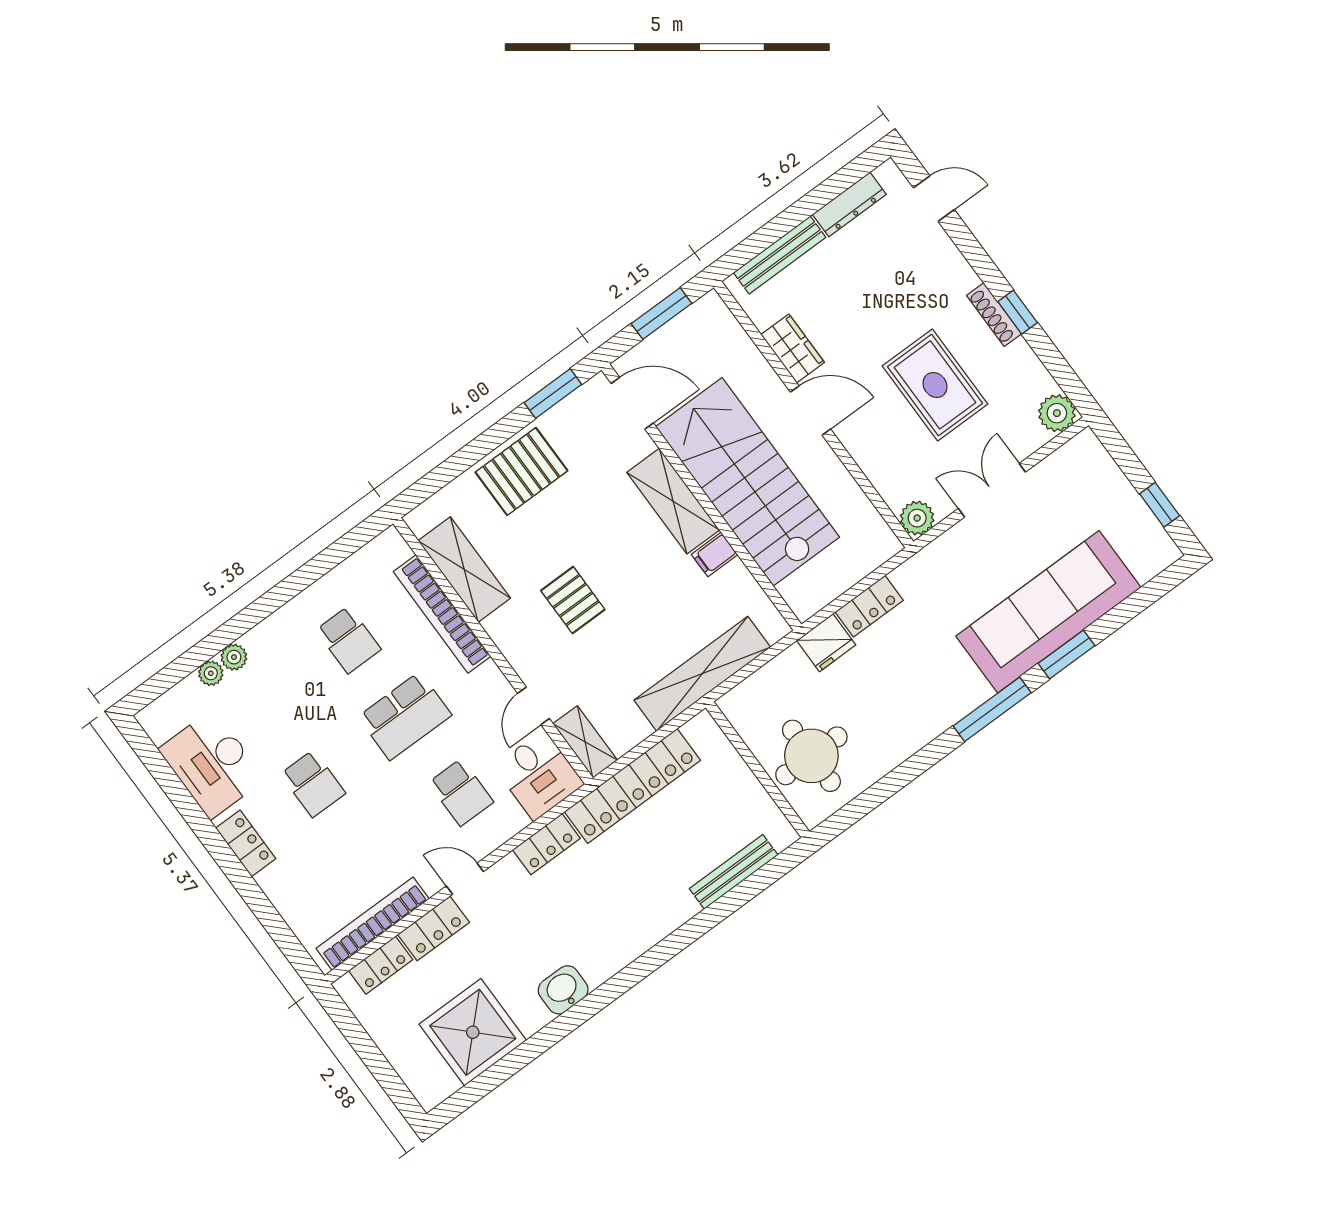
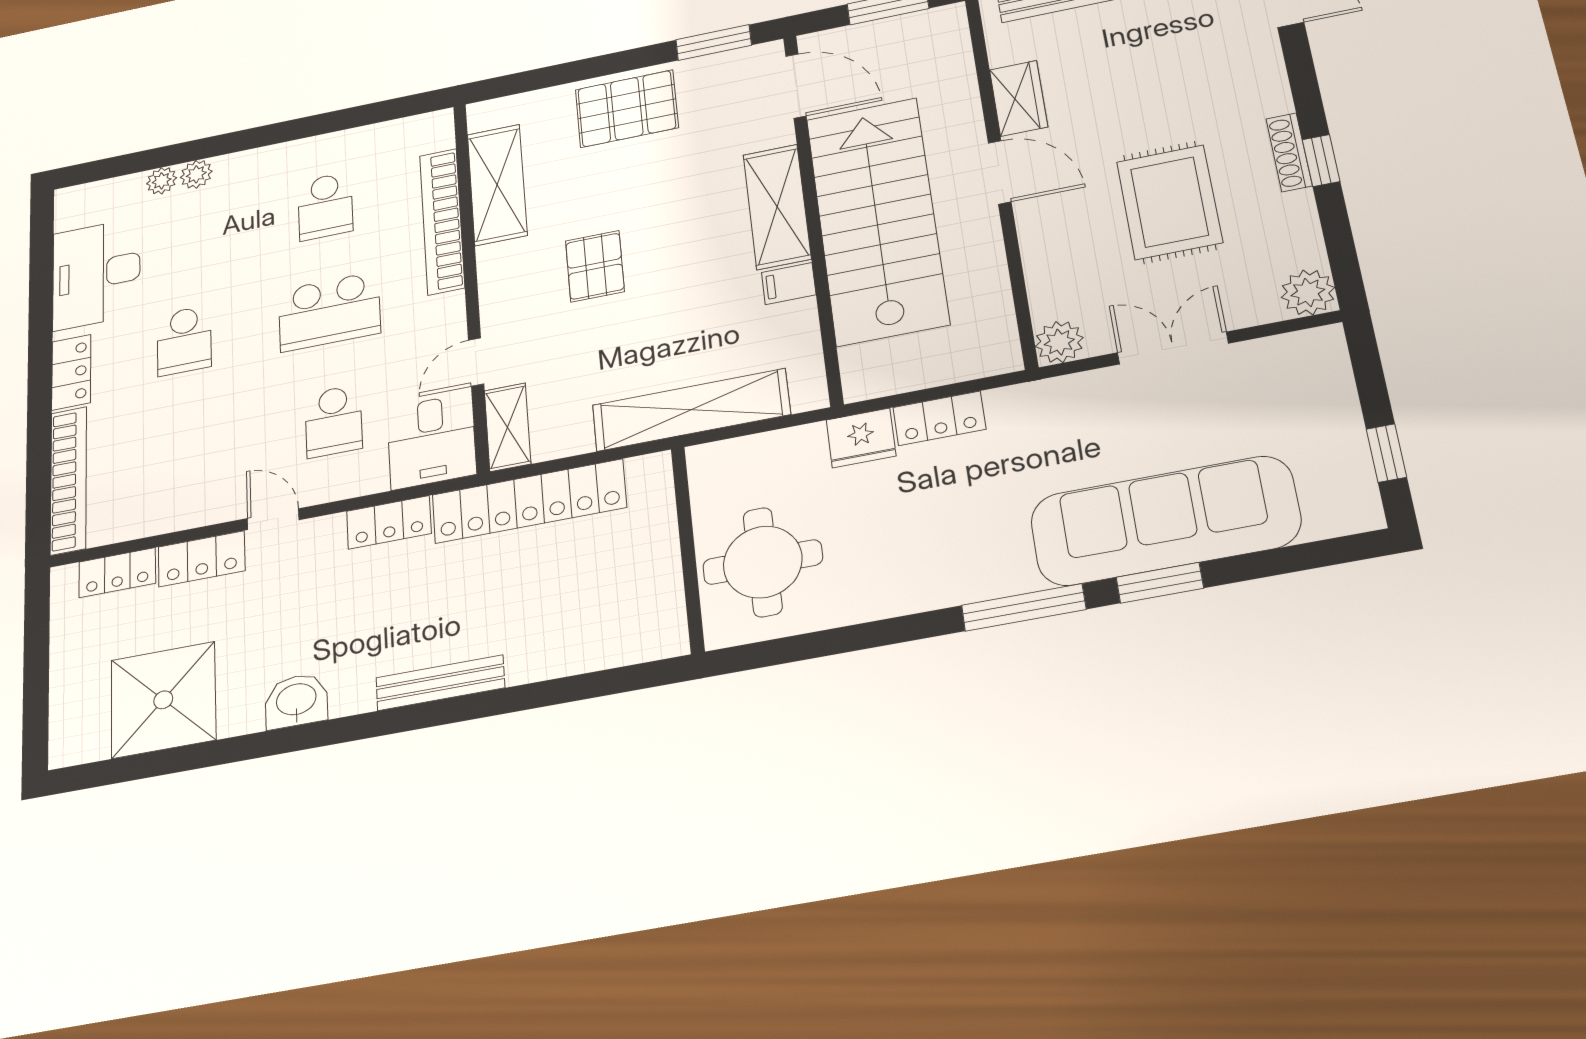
bench: (734, 872) -> (440, 683), moved
bookcase: (373, 924) -> (68, 480), moved, turned 90

